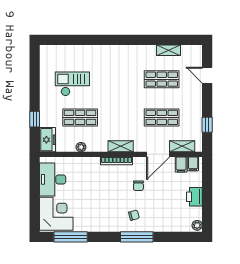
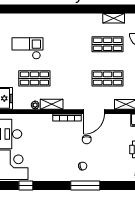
shelving: (121, 146) -> (52, 104), moved
door: (158, 154) -> (94, 112), moved
filing cabinet: (181, 165) -> (125, 121), removed
window: (71, 237) -> (26, 185), width x0.46

